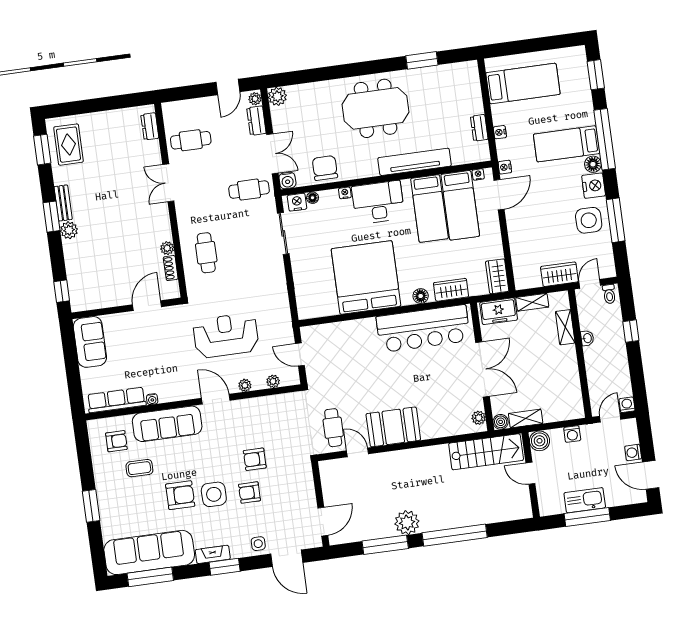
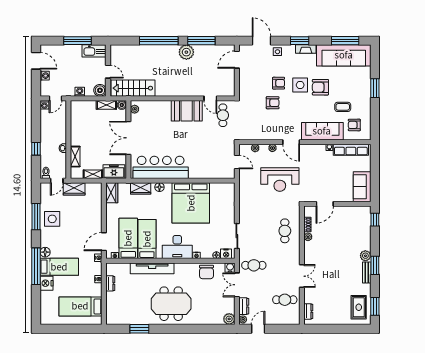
window: (596, 75) -> (36, 306), removed
nightstand: (594, 186) -> (46, 283), moved
kitchen sink: (585, 500) -> (94, 51), moved

